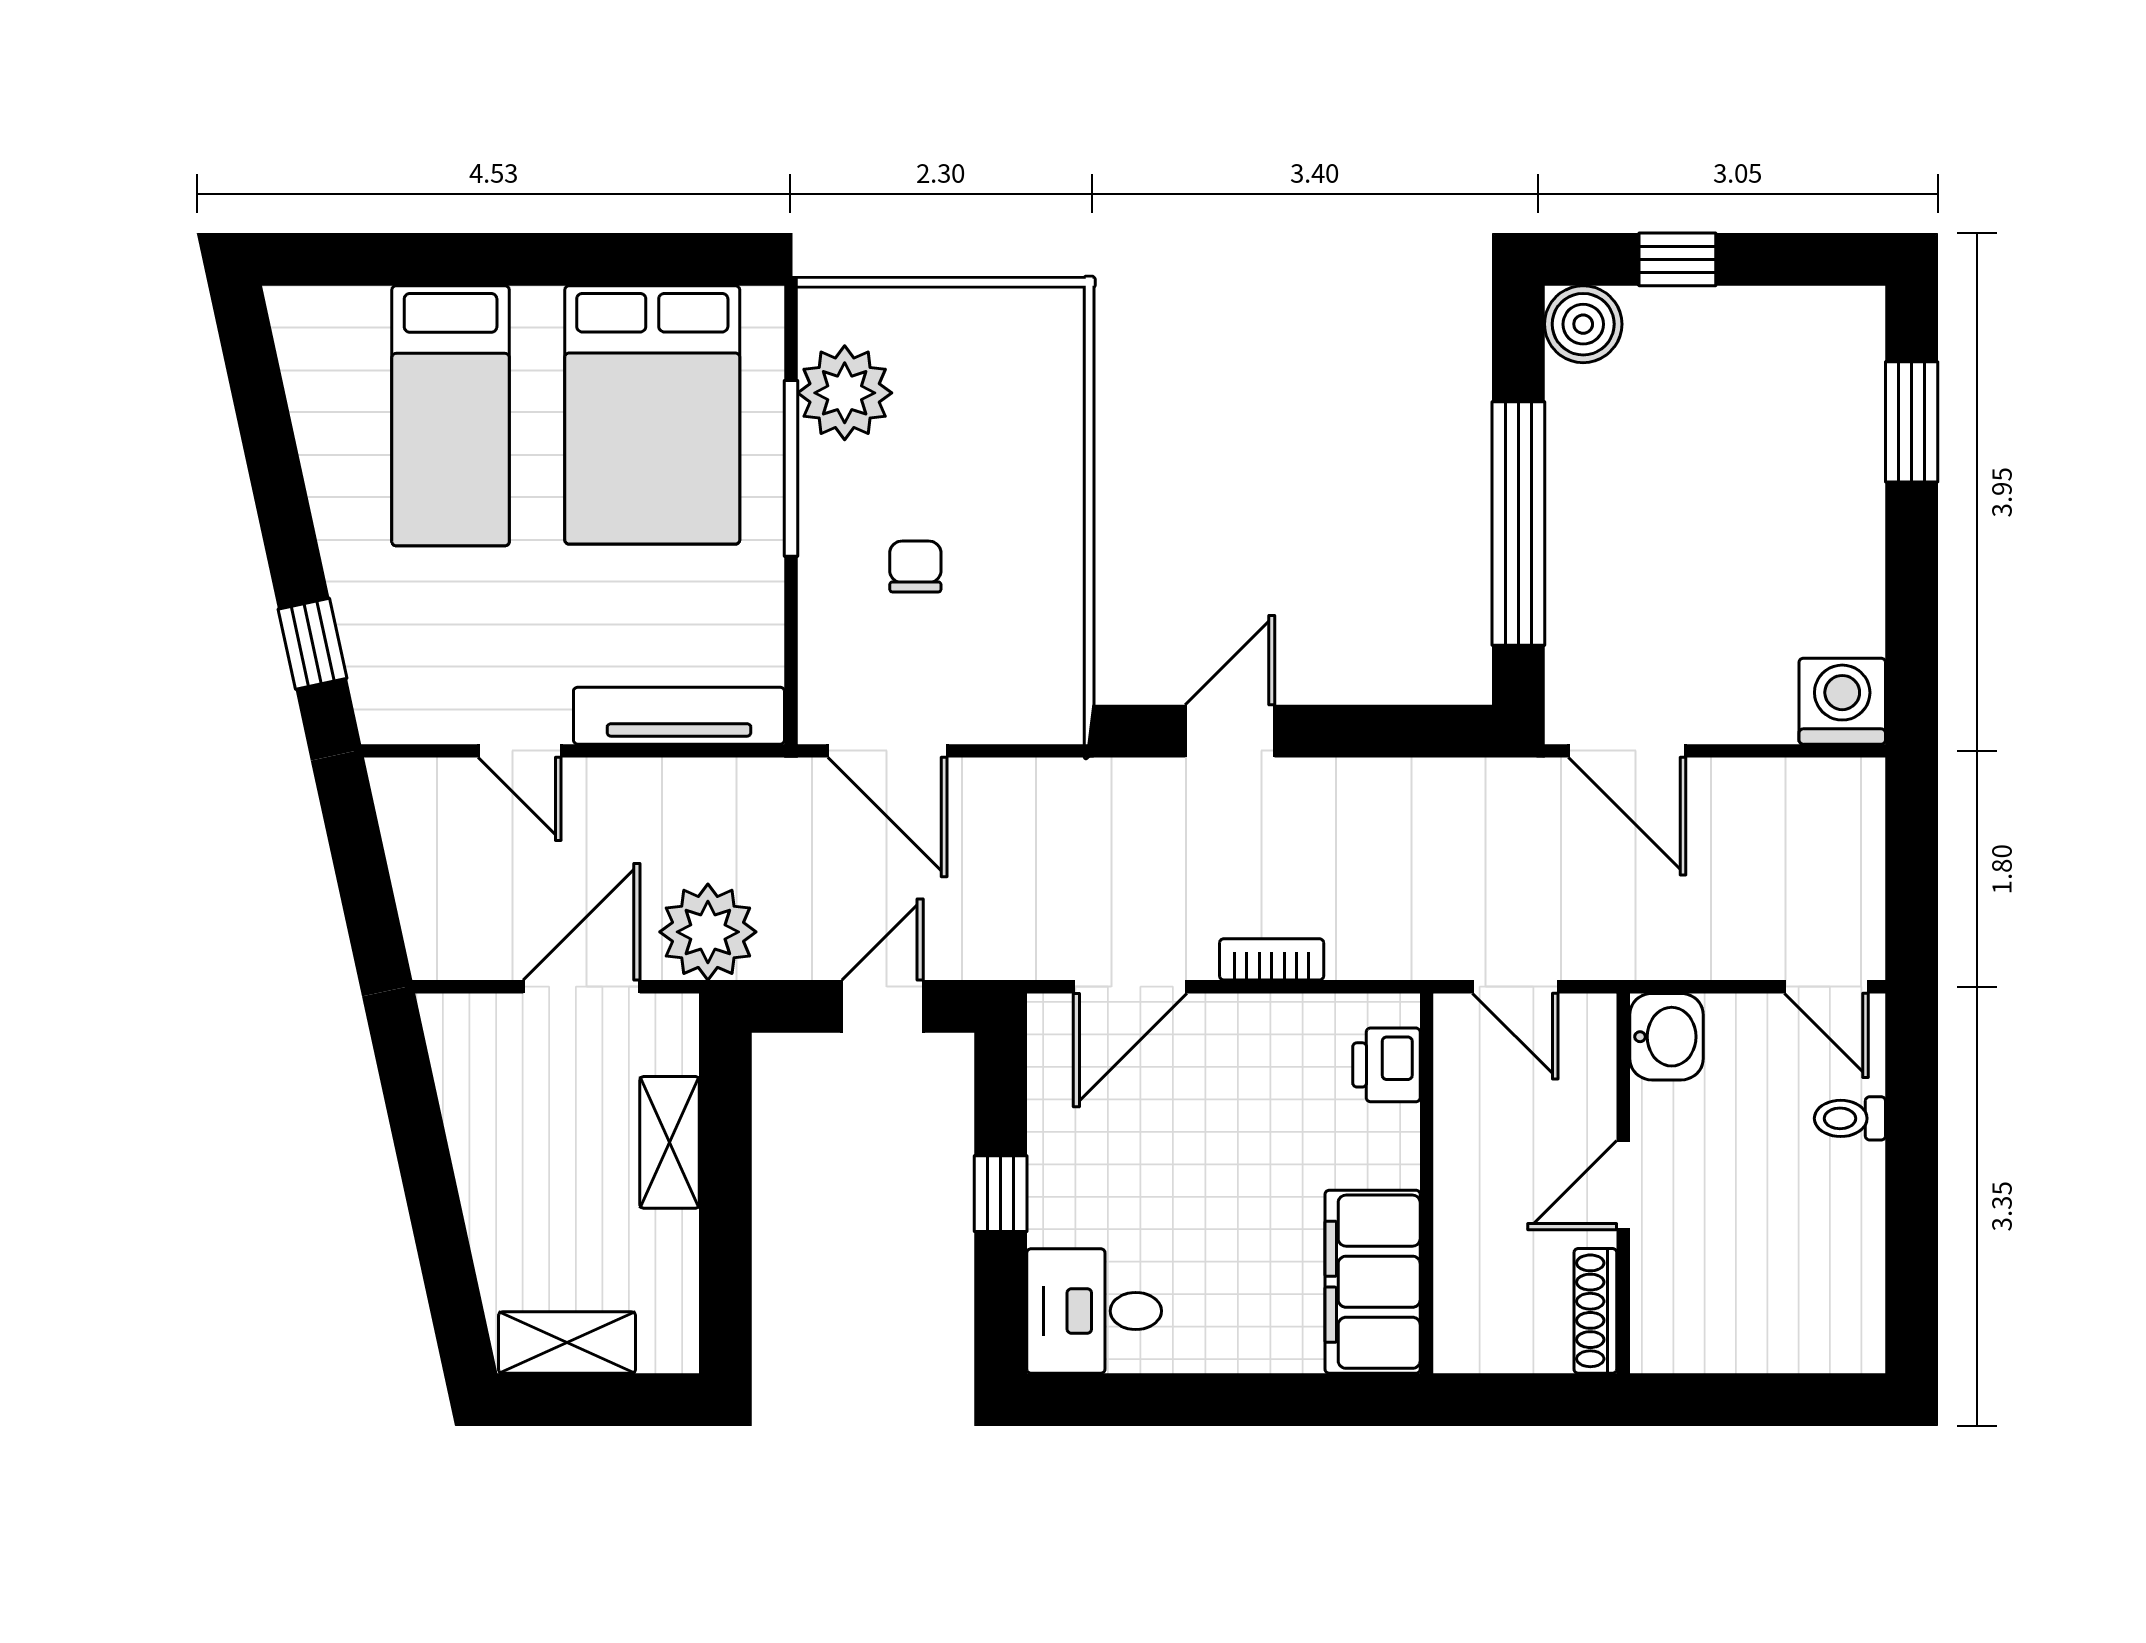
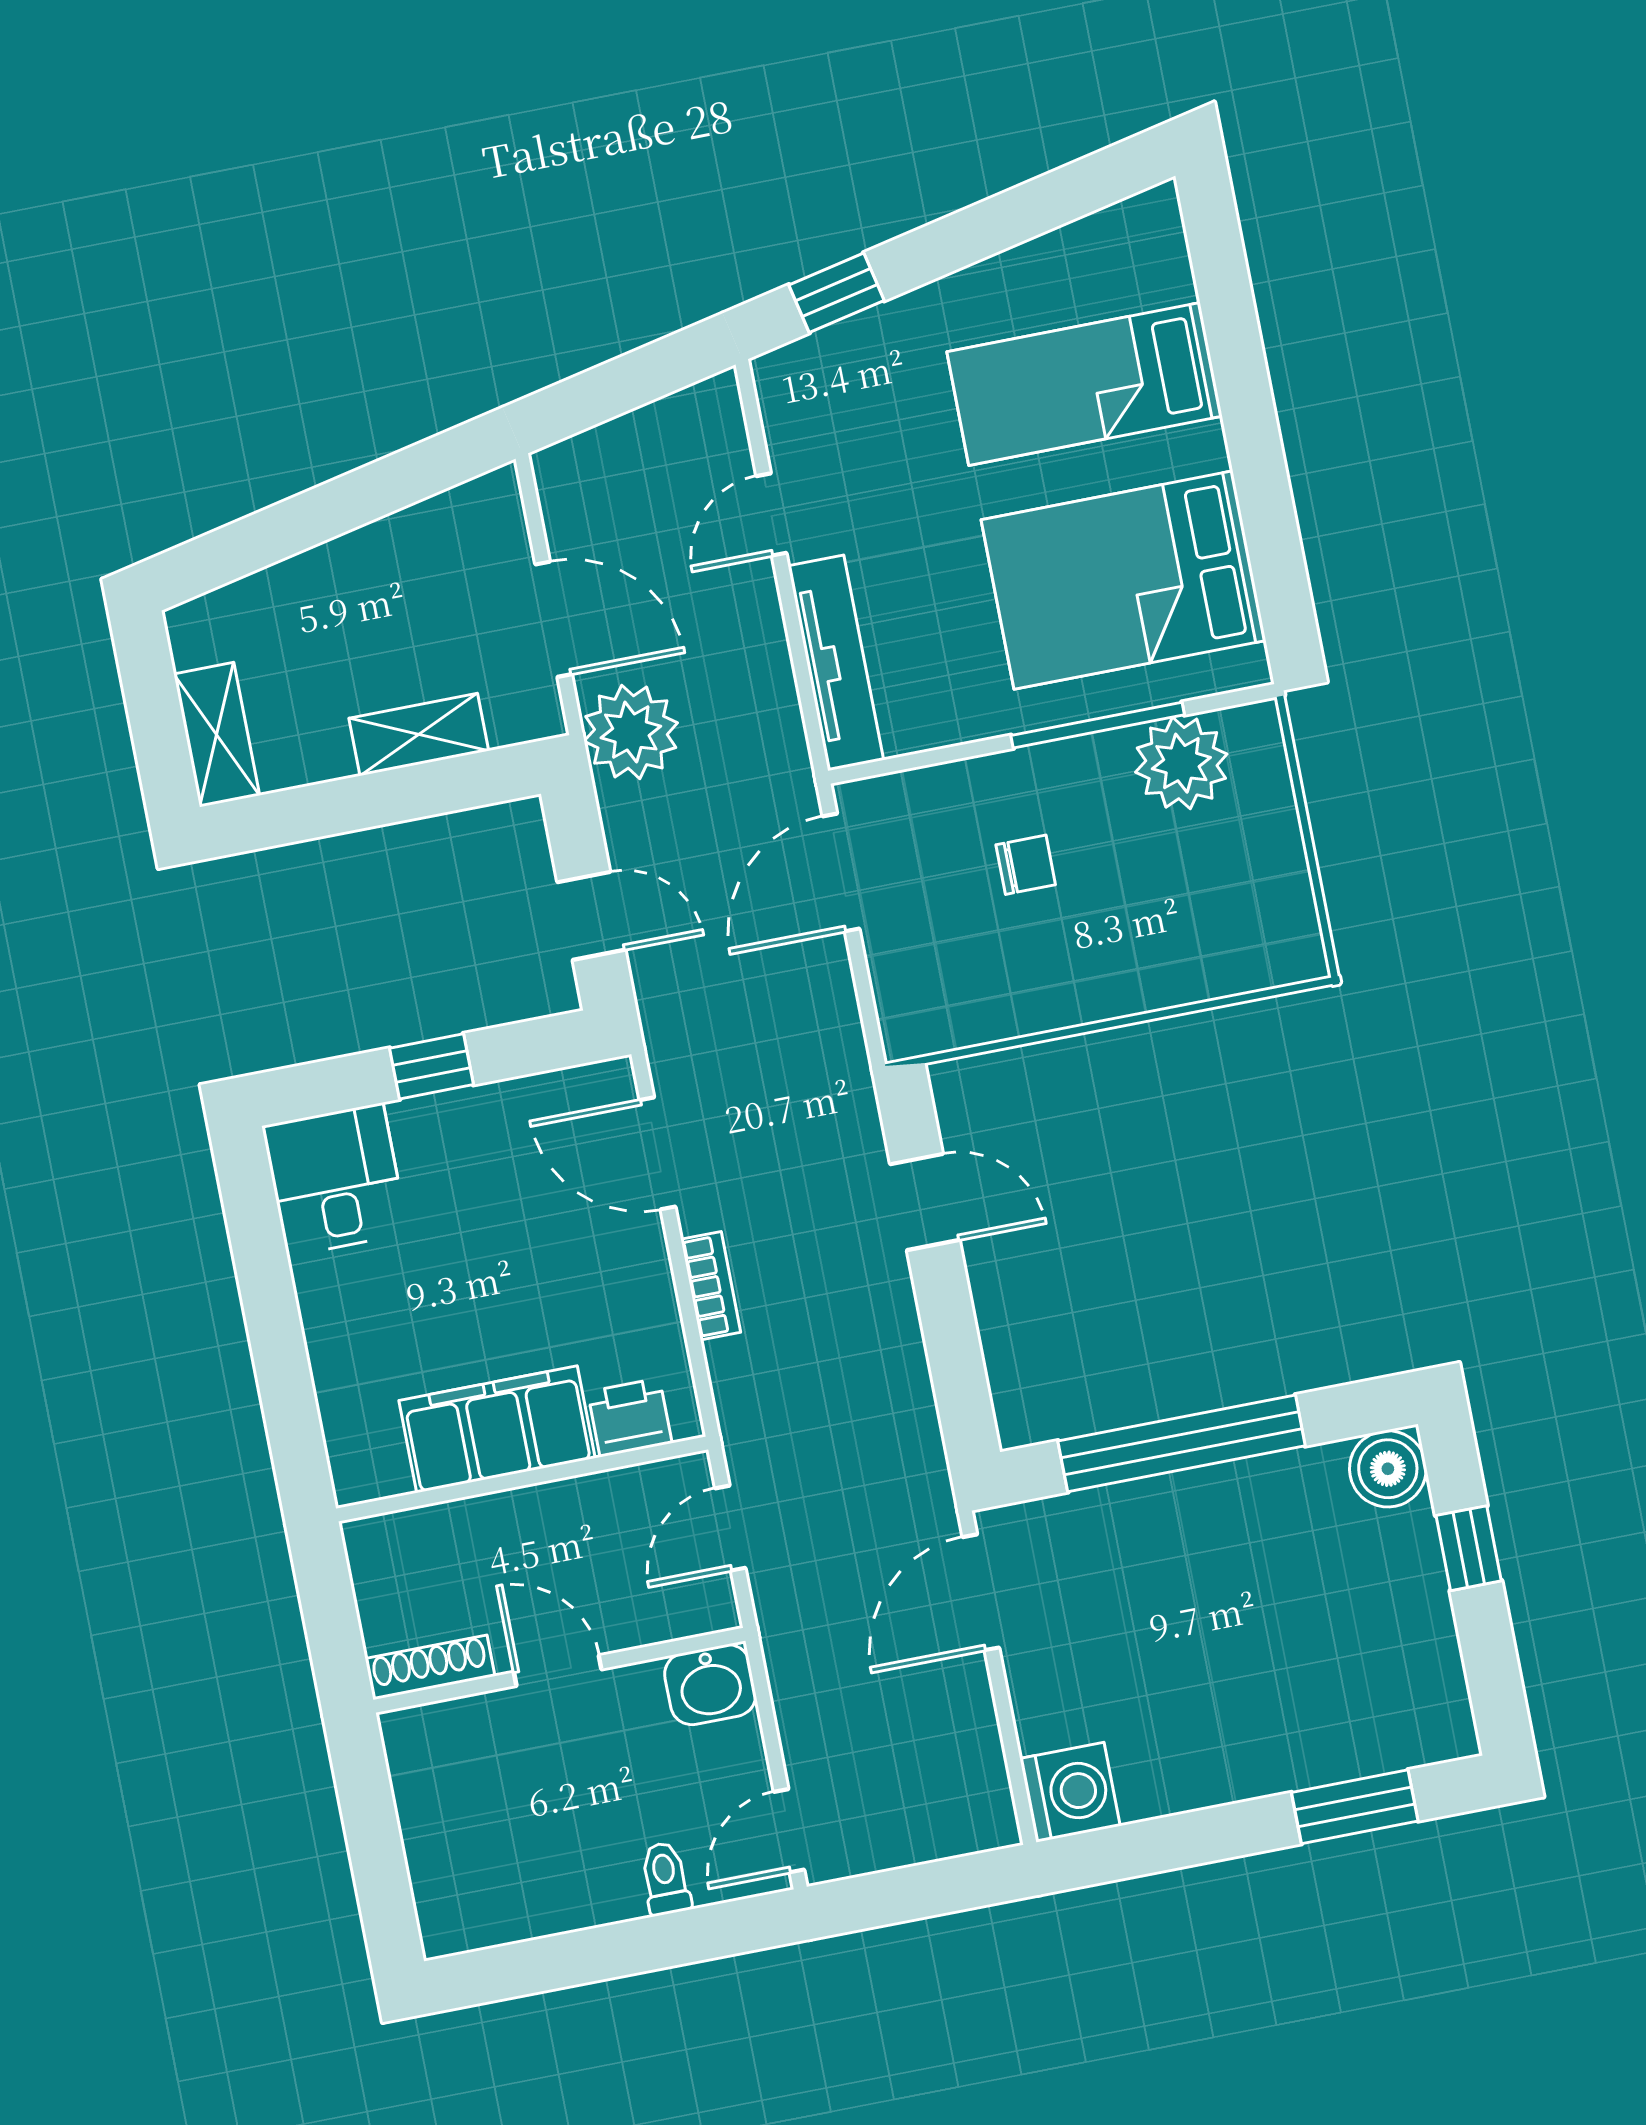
filing cabinet: (1373, 1282) -> (497, 1429), moved
shelving: (567, 1343) -> (217, 735), moved

